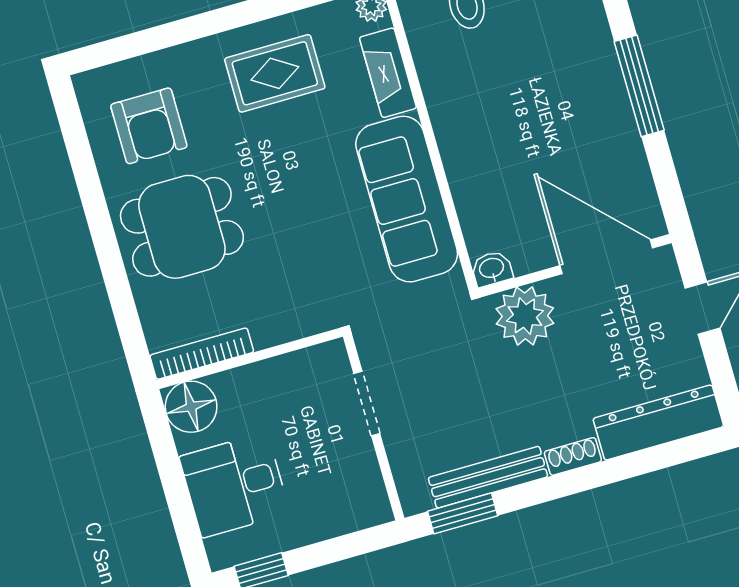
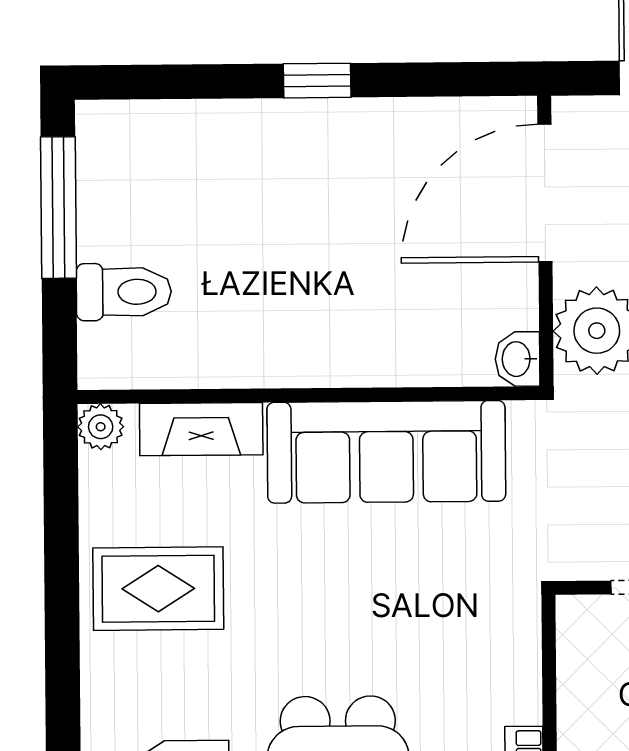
rug: (275, 73) -> (158, 589), turned 90
window: (639, 86) -> (317, 81), width x0.46

